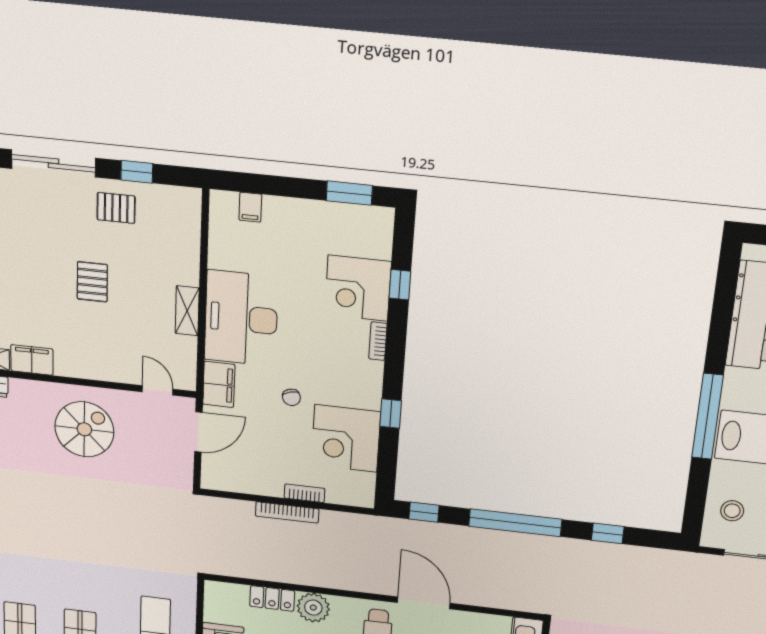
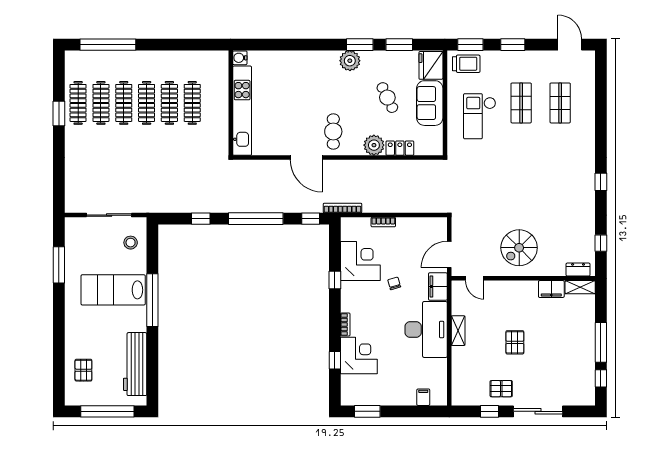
bookcase: (287, 512) -> (343, 208), moved

